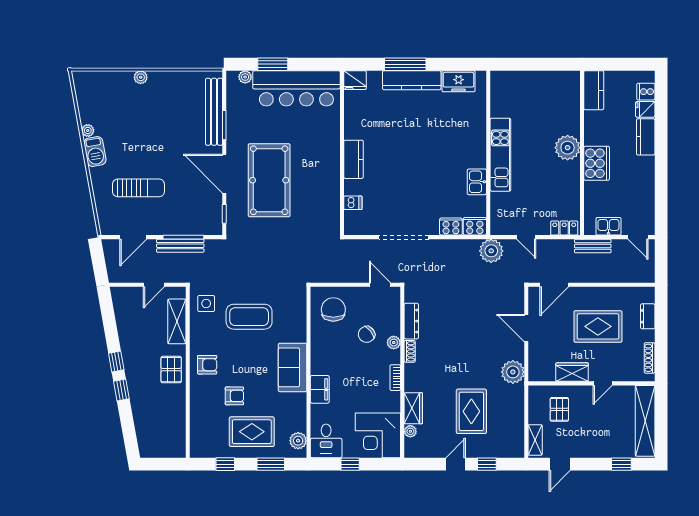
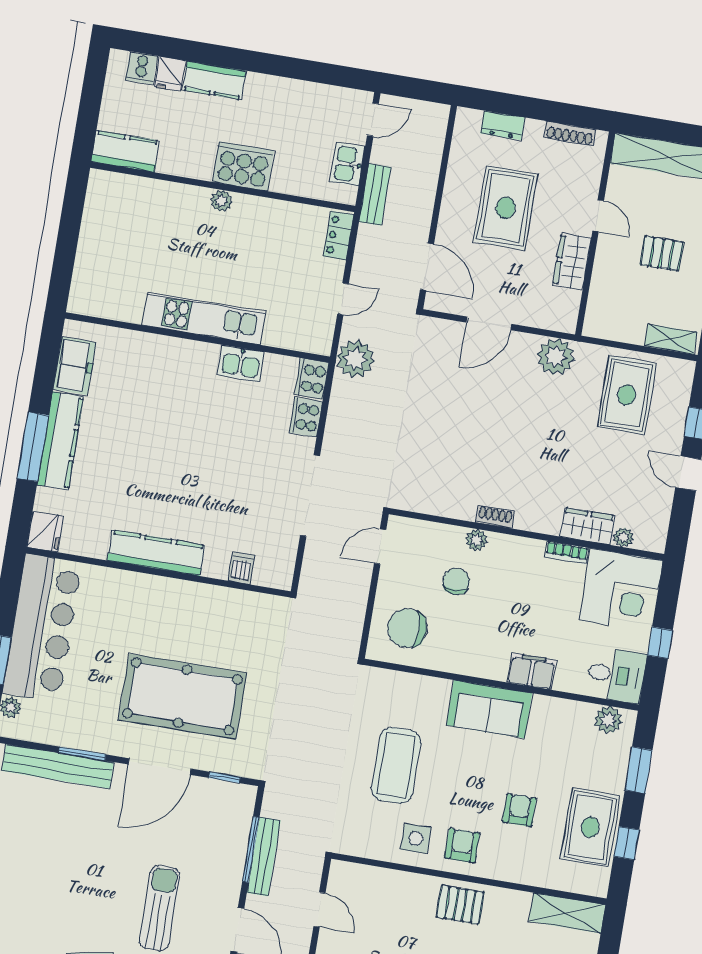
plant: (568, 148) -> (221, 201), width x0.53, depth x0.53
kitchen counter: (353, 159) -> (156, 553), width x1.50
side table: (206, 303) -> (416, 839), moved
shelving: (177, 321) -> (567, 913), moved
dresser: (411, 321) -> (447, 506), removed
chair: (367, 334) -> (456, 581), turned -141
bookcase: (395, 378) -> (567, 553), moved
pallet: (559, 409) -> (662, 253), moved
rug: (471, 411) -> (627, 395), moved, turned 90
rug: (252, 432) -> (590, 827), moved

